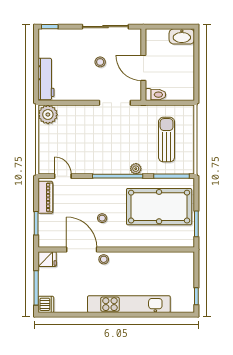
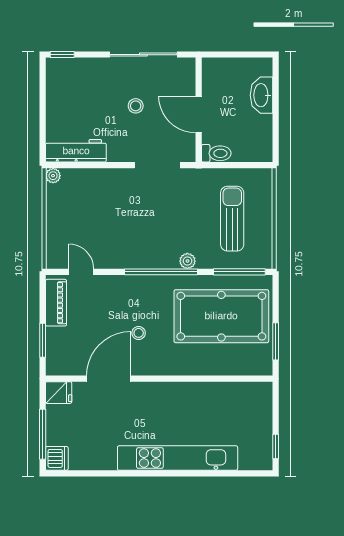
washbasin: (182, 36) -> (262, 95), moved, turned 90
workbench: (46, 79) -> (76, 151), moved, turned -90
plant: (48, 115) -> (53, 176), width x0.53, depth x0.53
door: (82, 250) -> (109, 379), hinge flipped
stool: (104, 259) -> (141, 393), removed

